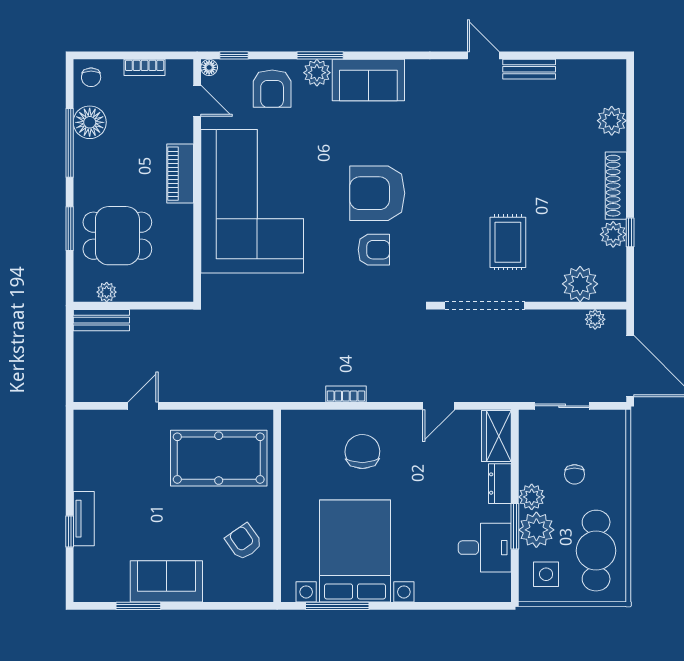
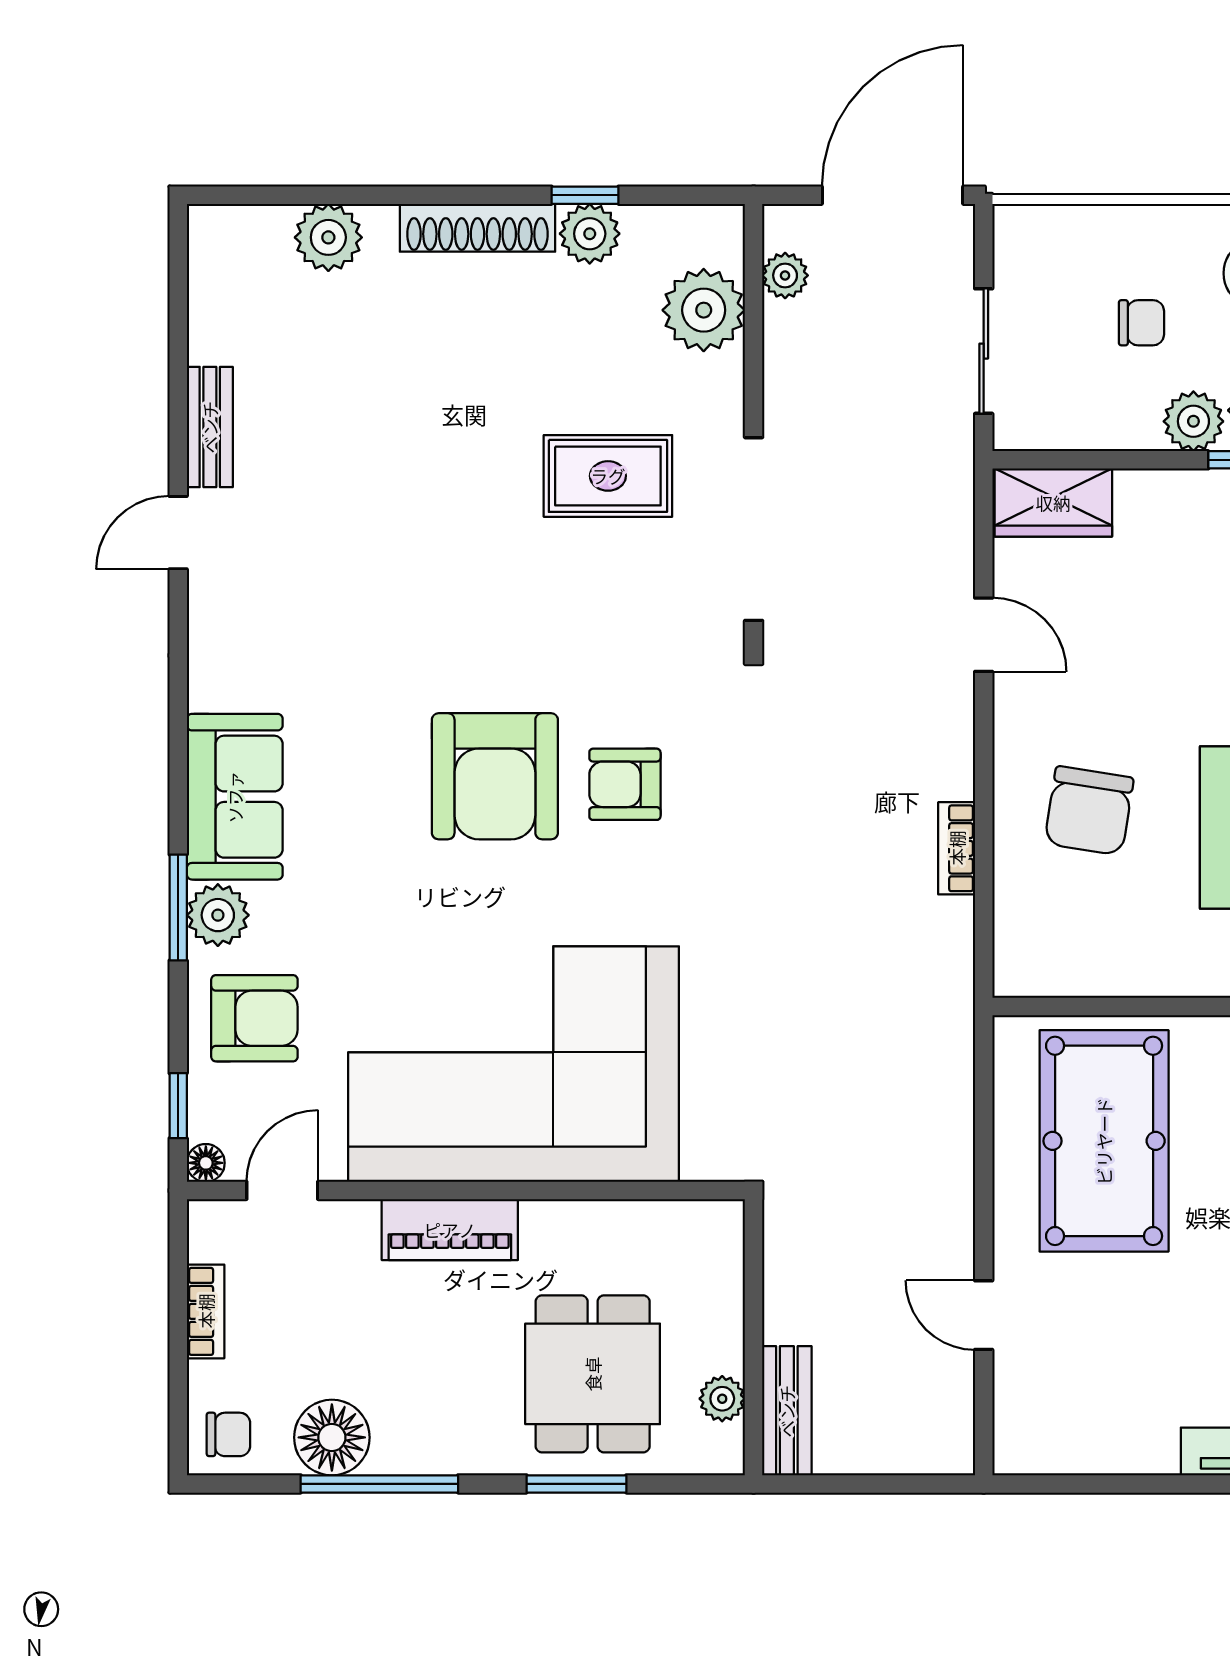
armchair: (374, 250) -> (625, 784), turned -90
chair: (362, 452) -> (1089, 811), turned -80
dresser: (500, 484) -> (1163, 494), removed

